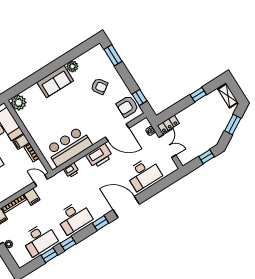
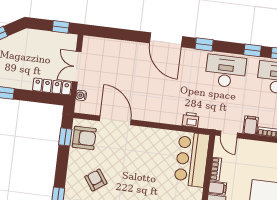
locker: (168, 125) -> (52, 86), width x1.53
bar counter: (69, 146) -> (192, 159), moved, turned 90
printer: (99, 156) -> (152, 112), removed
window: (206, 157) -> (61, 27), moved
desk: (144, 174) -> (122, 59), removed

